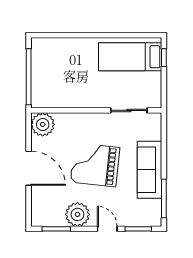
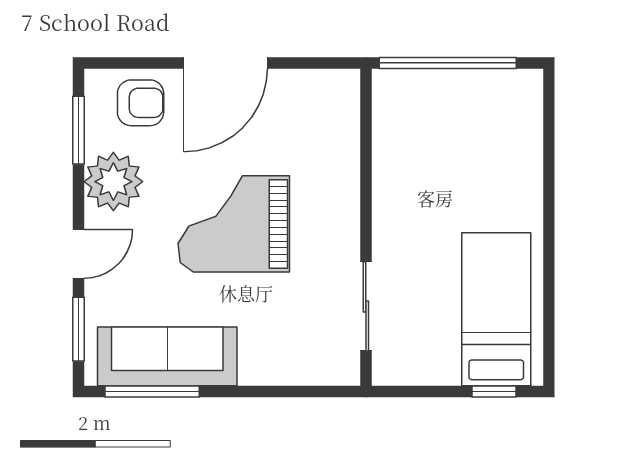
plant: (43, 124) -> (332, 97), removed
grand piano: (95, 165) -> (234, 224), turned -96
sofa: (149, 170) -> (167, 356), moved
armchair: (45, 203) -> (141, 103), added

